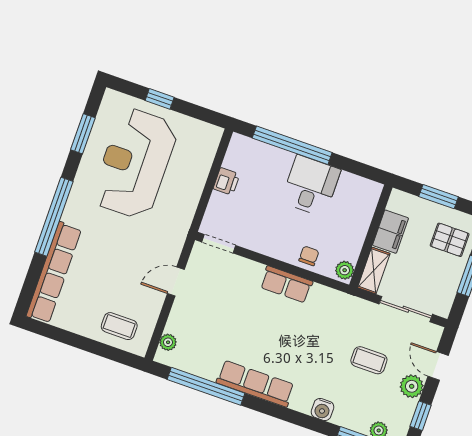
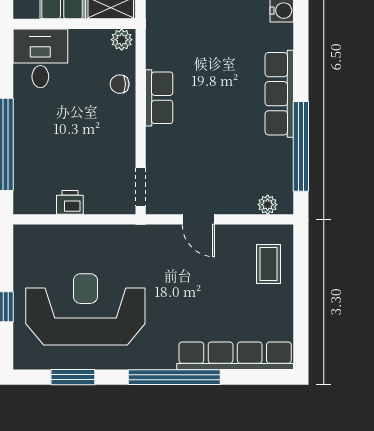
reception desk: (135, 164) -> (85, 309), turned 180
desk: (311, 186) -> (40, 58), moved, turned 90

